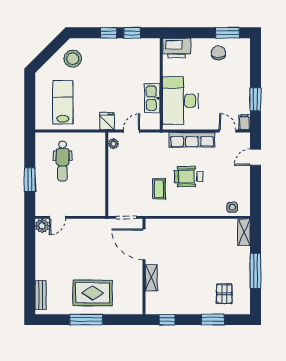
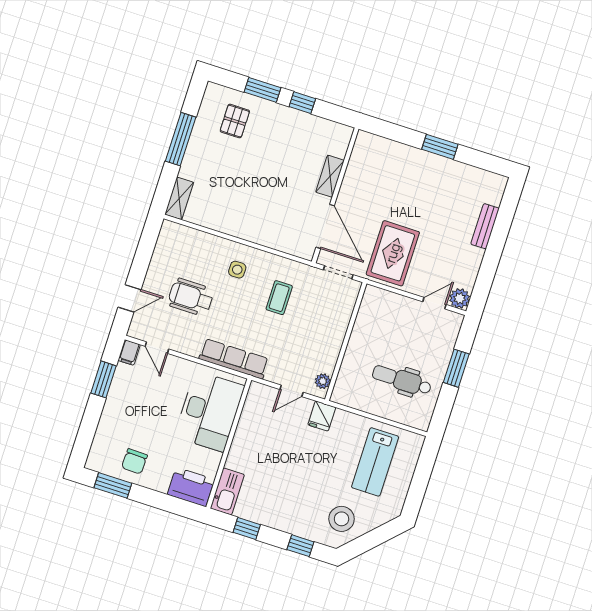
window: (109, 33) -> (300, 546), moved
kitchen sink: (152, 98) -> (227, 491), moved
row of seats: (192, 140) -> (234, 359), moved
dental chair: (63, 161) -> (402, 380), turned -90
wheelchair: (189, 177) -> (191, 297), moved, turned 180
side table: (232, 207) -> (237, 270), moved
rug: (93, 293) -> (393, 253), moved, turned 90
bench: (41, 295) -> (485, 226), moved
window: (86, 320) -> (440, 147), width x0.69
window: (167, 320) -> (302, 103), moved

